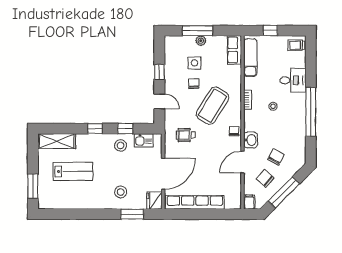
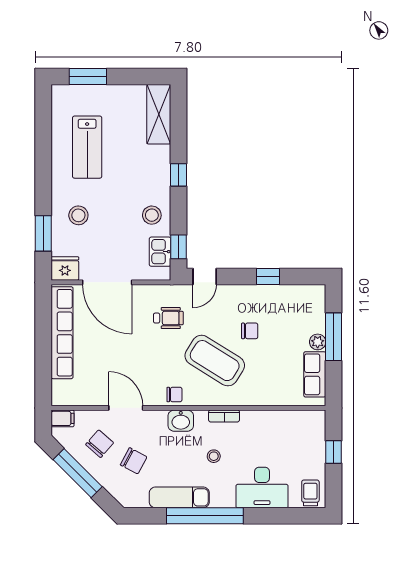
row of seats: (234, 50) -> (315, 374), moved, turned -90
exam couch: (250, 58) -> (179, 497), moved, turned 180
side table: (194, 63) -> (282, 332), removed
desk: (293, 80) -> (262, 487), width x1.37
door: (159, 101) -> (205, 277), moved
window: (125, 129) -> (179, 247), moved
wheelchair: (186, 135) -> (168, 318), turned 90
washbasin: (251, 140) -> (181, 421), moved
lab bench: (73, 171) -> (87, 147), moved

